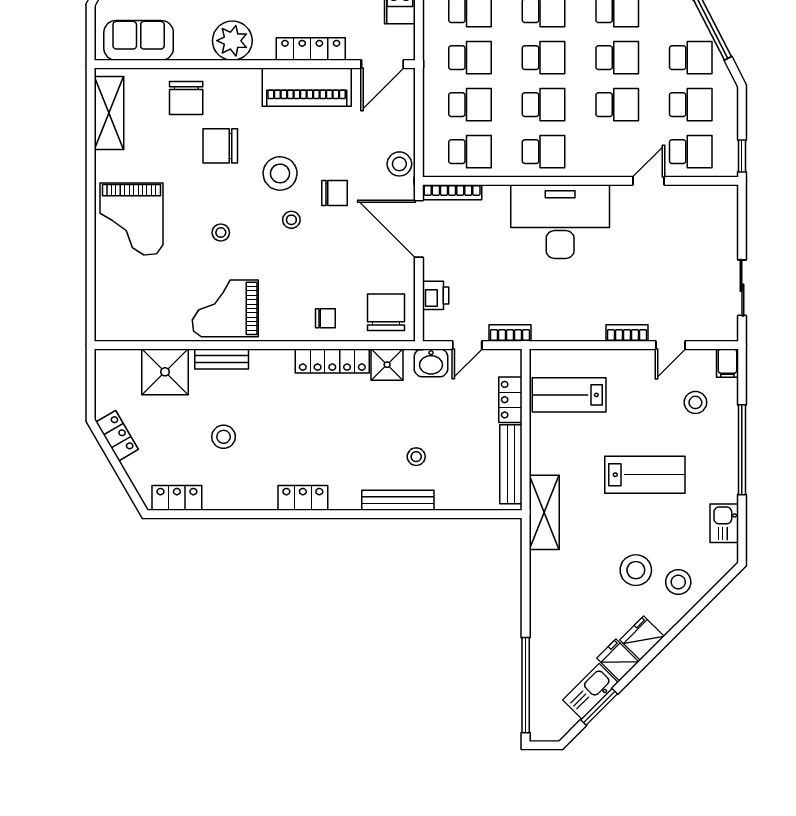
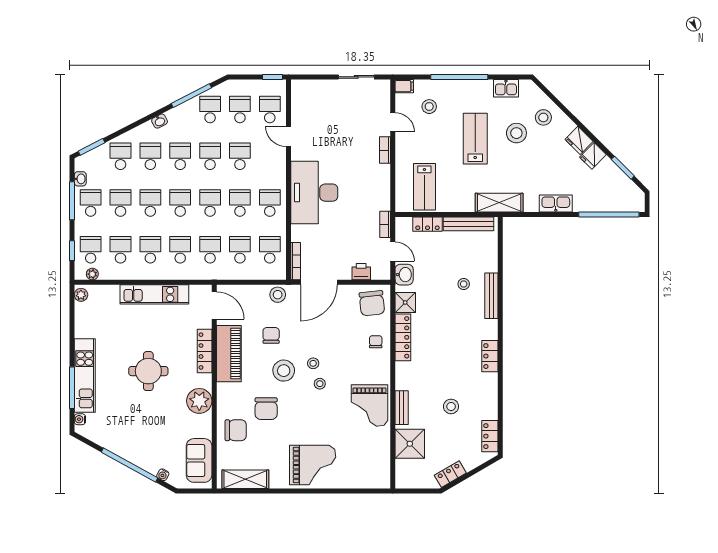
chair: (335, 193) -> (271, 335), moved
stool: (221, 233) -> (320, 384), moved
chair: (386, 312) -> (372, 303), turned -96
stool: (636, 570) -> (516, 133), moved
kitchen sink: (590, 691) -> (556, 203), moved, turned 135

